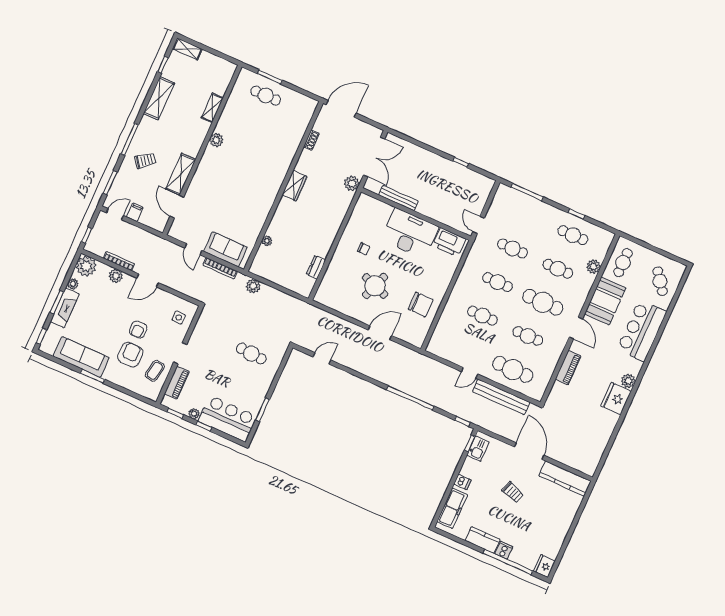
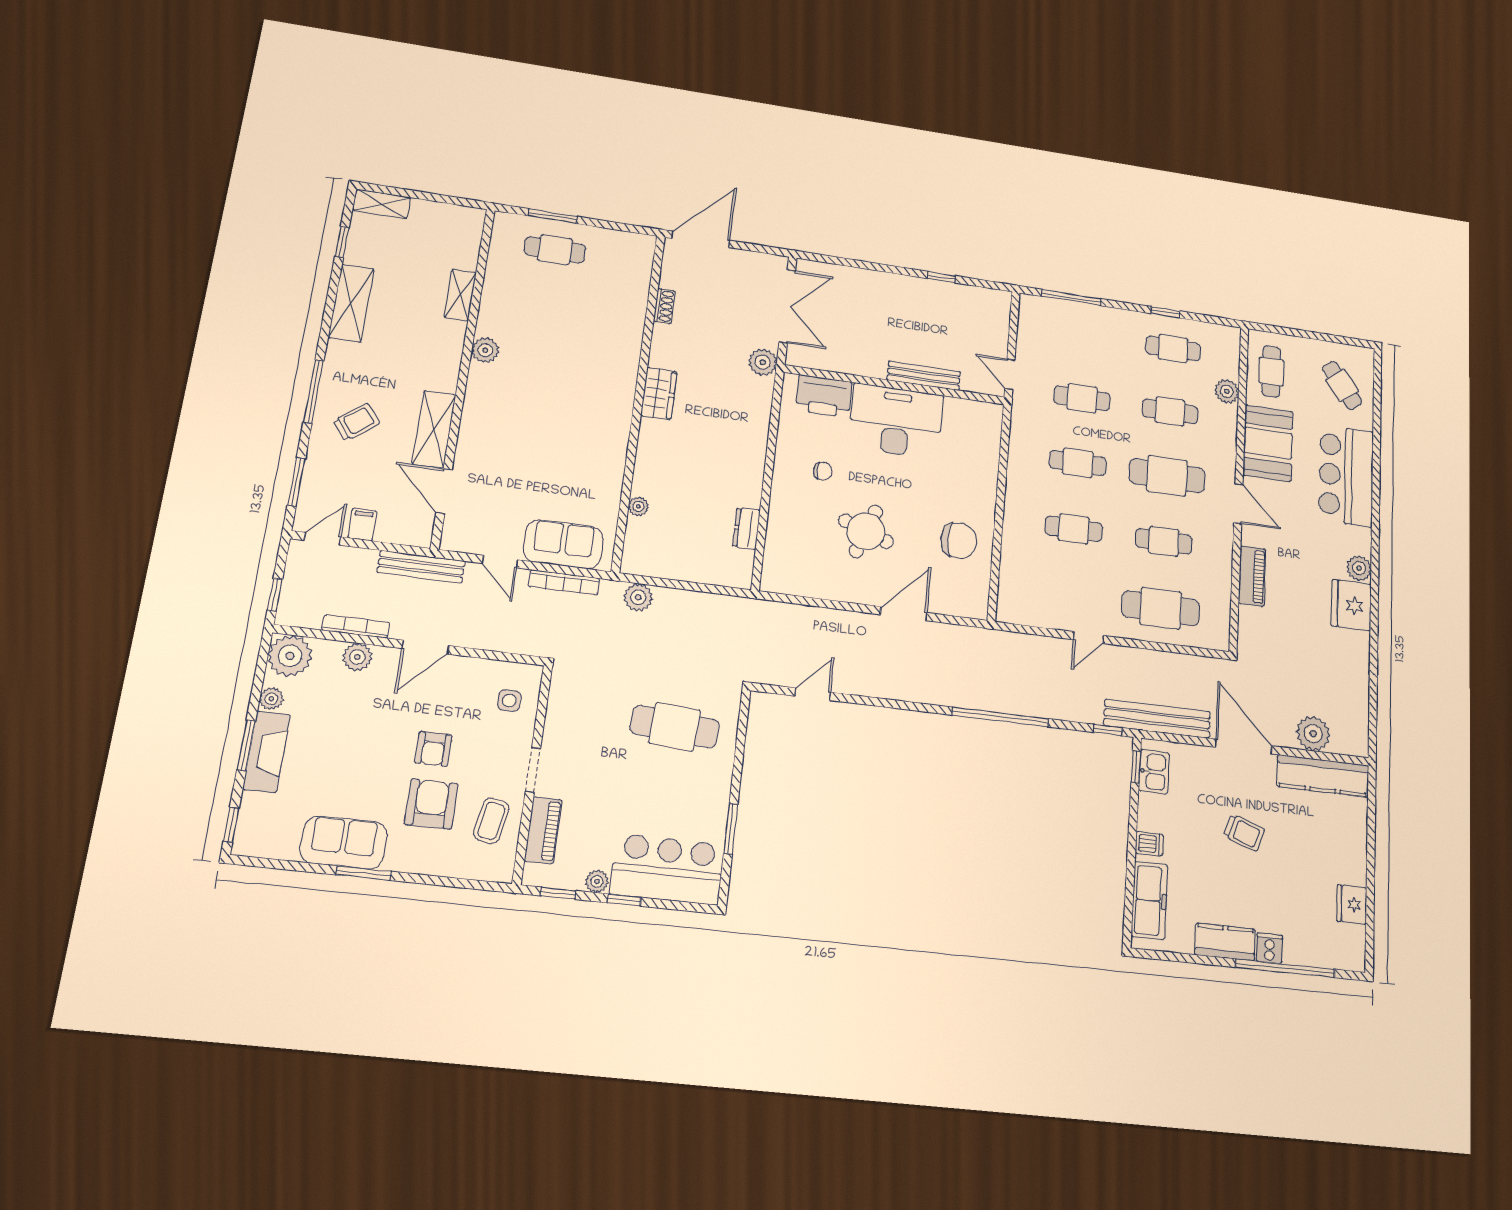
bench: (398, 198) -> (924, 376), moved
bench: (156, 241) -> (421, 567), added
printer: (449, 242) -> (824, 396), moved
cafe table: (251, 354) -> (675, 727), width x1.37, depth x1.35
sofa: (81, 357) -> (344, 843), width x0.73
bench: (501, 397) -> (1157, 719), moved
plant: (568, 456) -> (1313, 734), added
fridge: (544, 566) -> (1352, 905), moved

